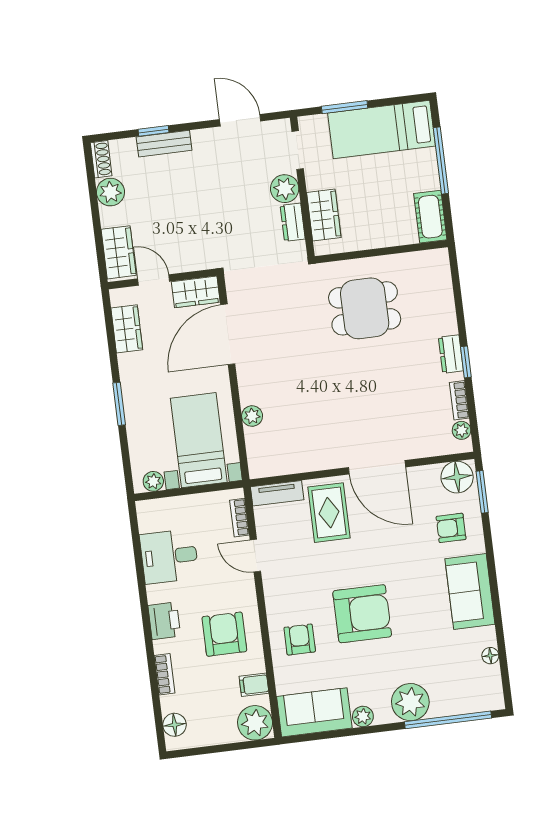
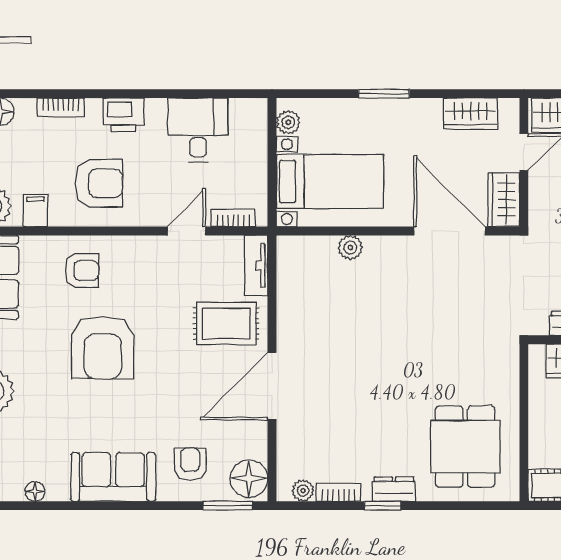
dining table: (365, 308) -> (465, 447), moved

